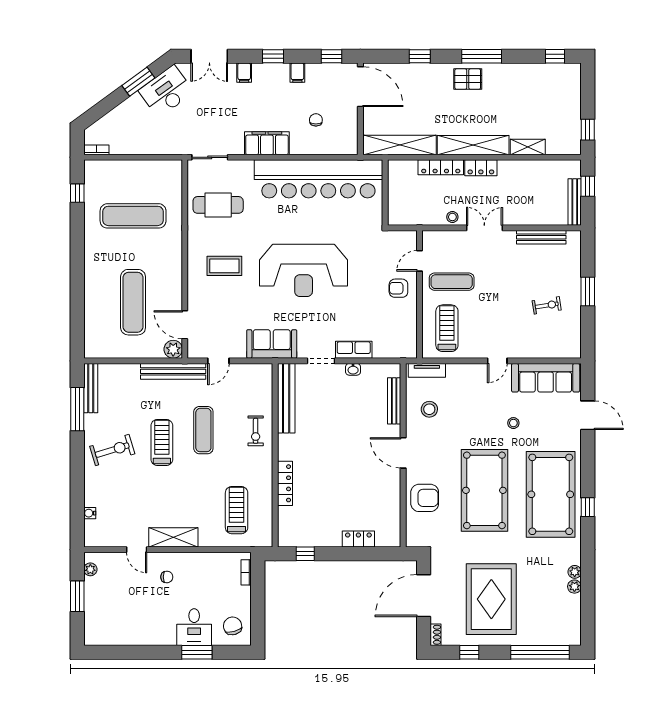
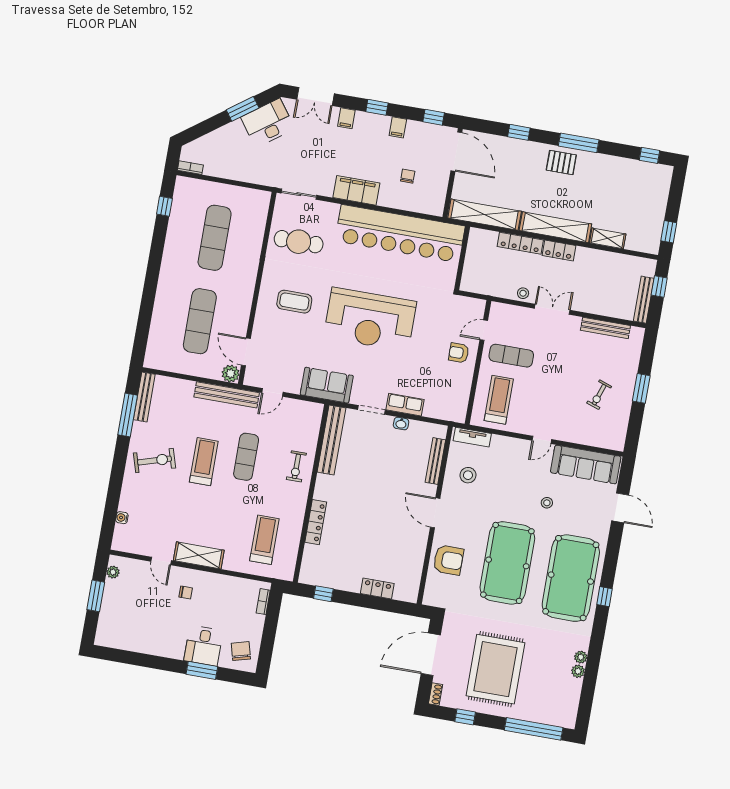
exercise mat: (133, 216) -> (215, 238), turned 90
exercise bike: (547, 305) -> (599, 395), turned 118

